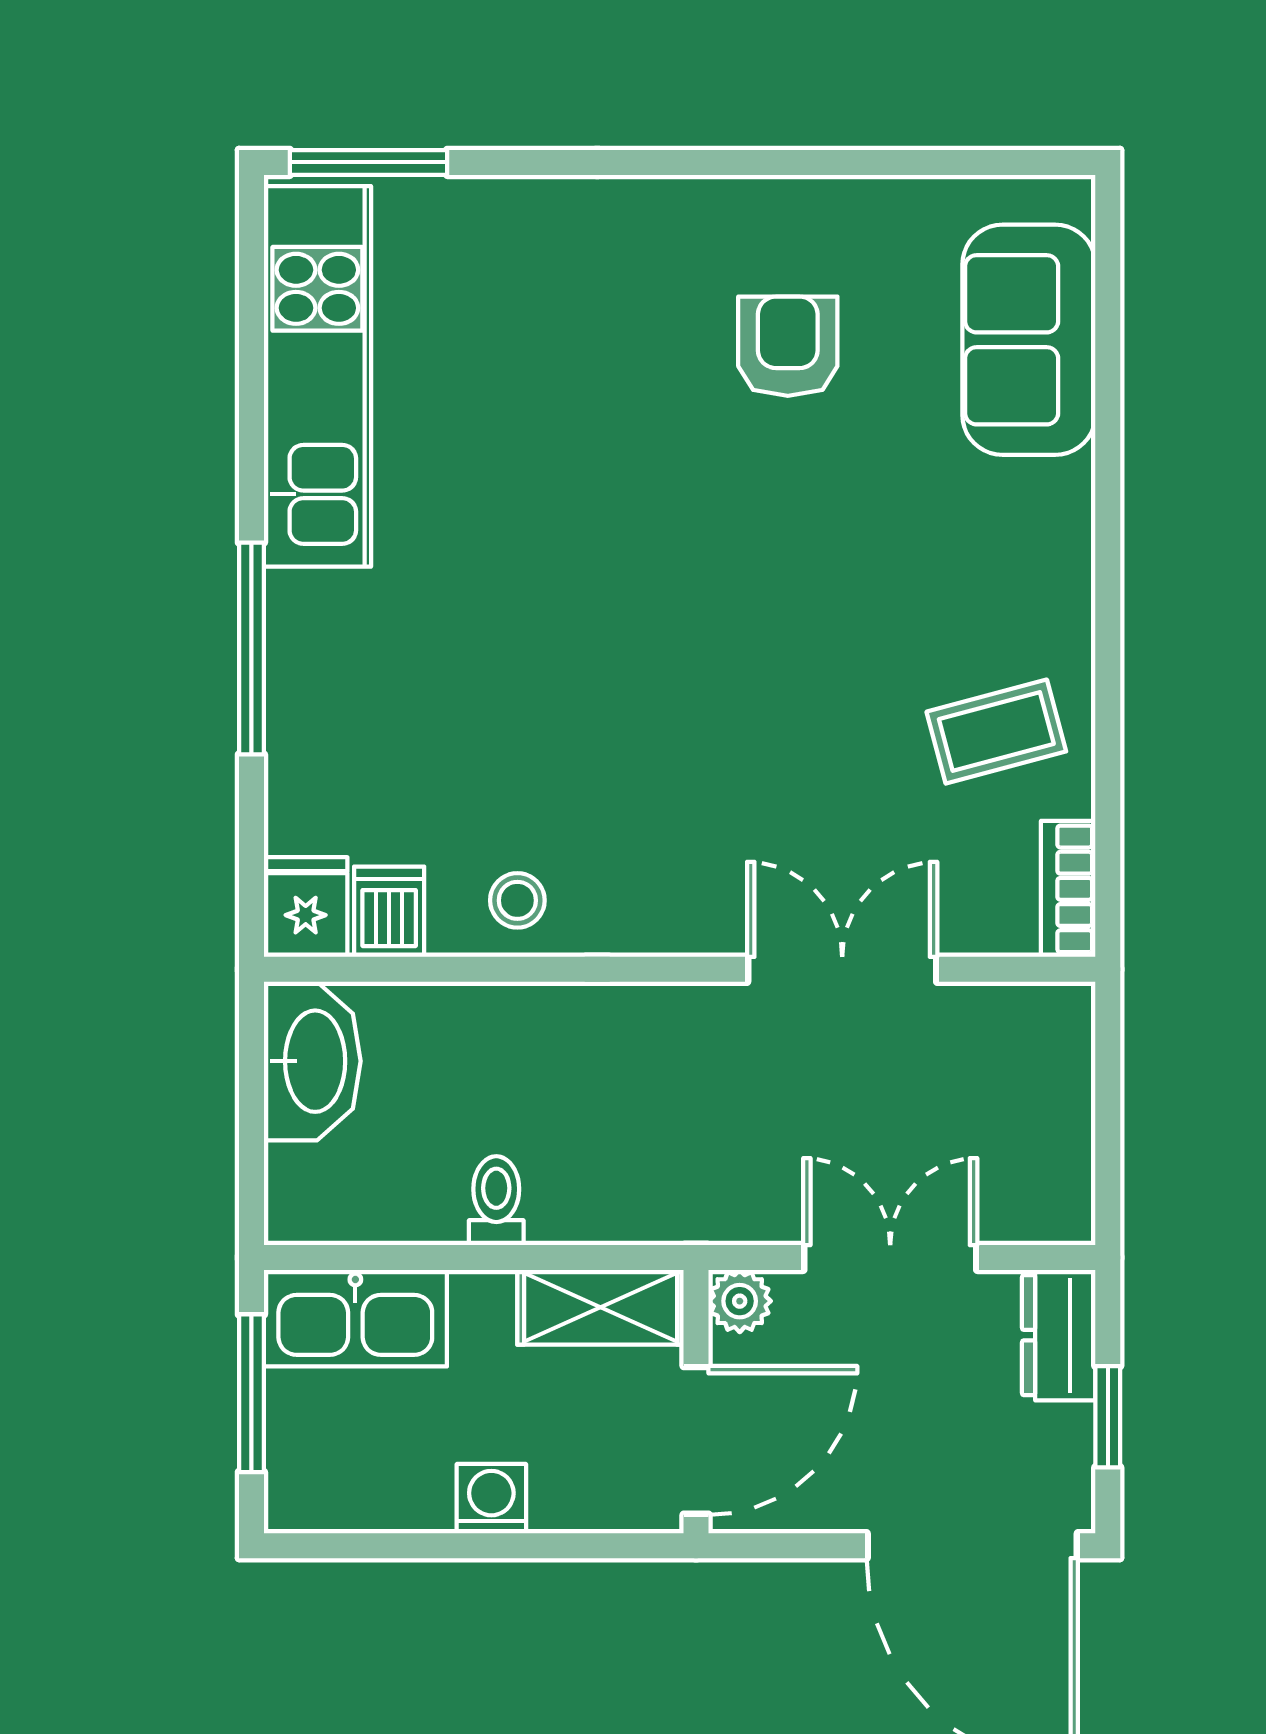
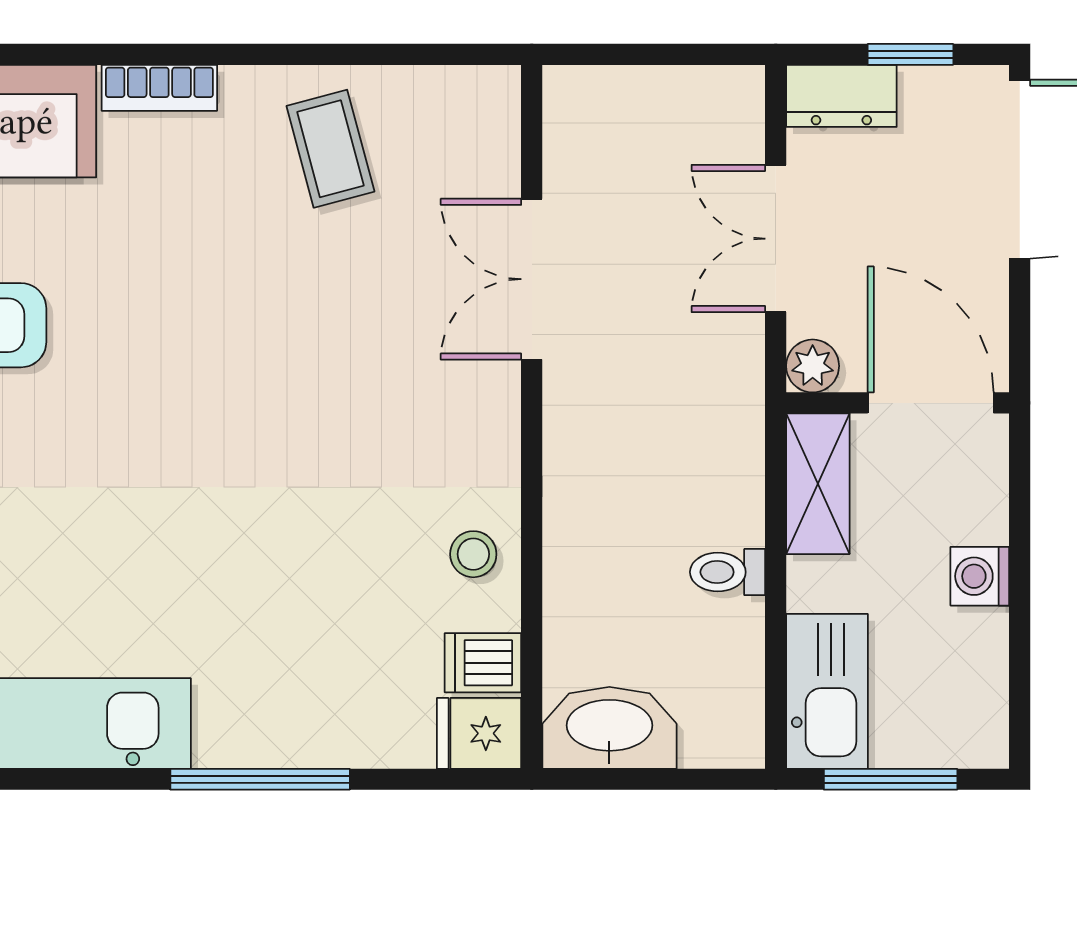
bookcase: (1068, 889) -> (159, 88), moved

